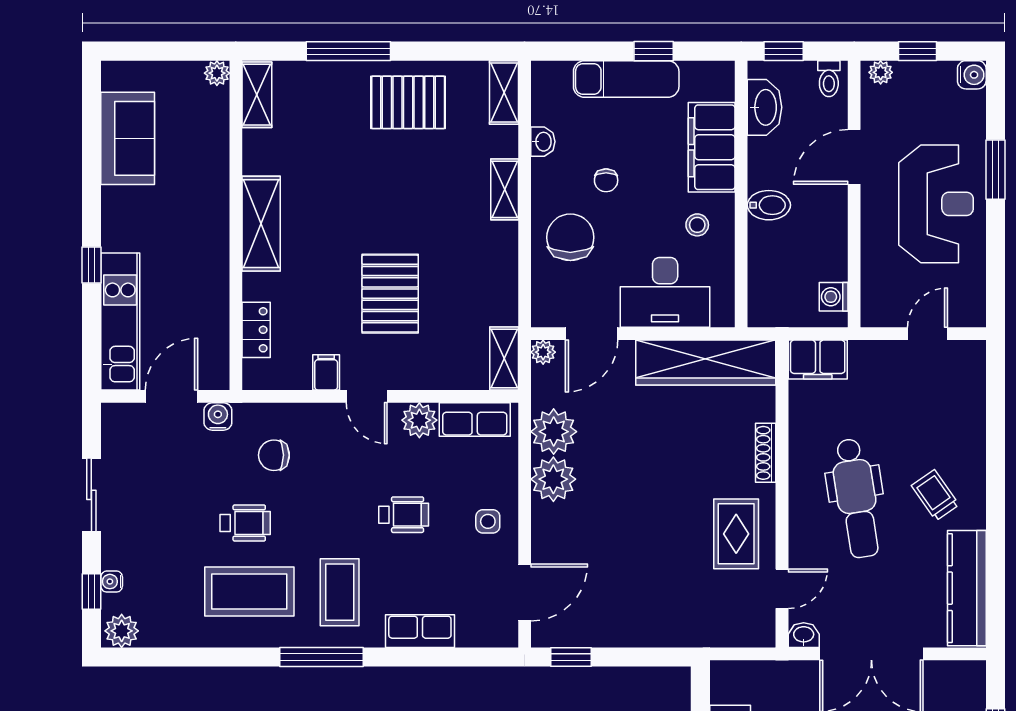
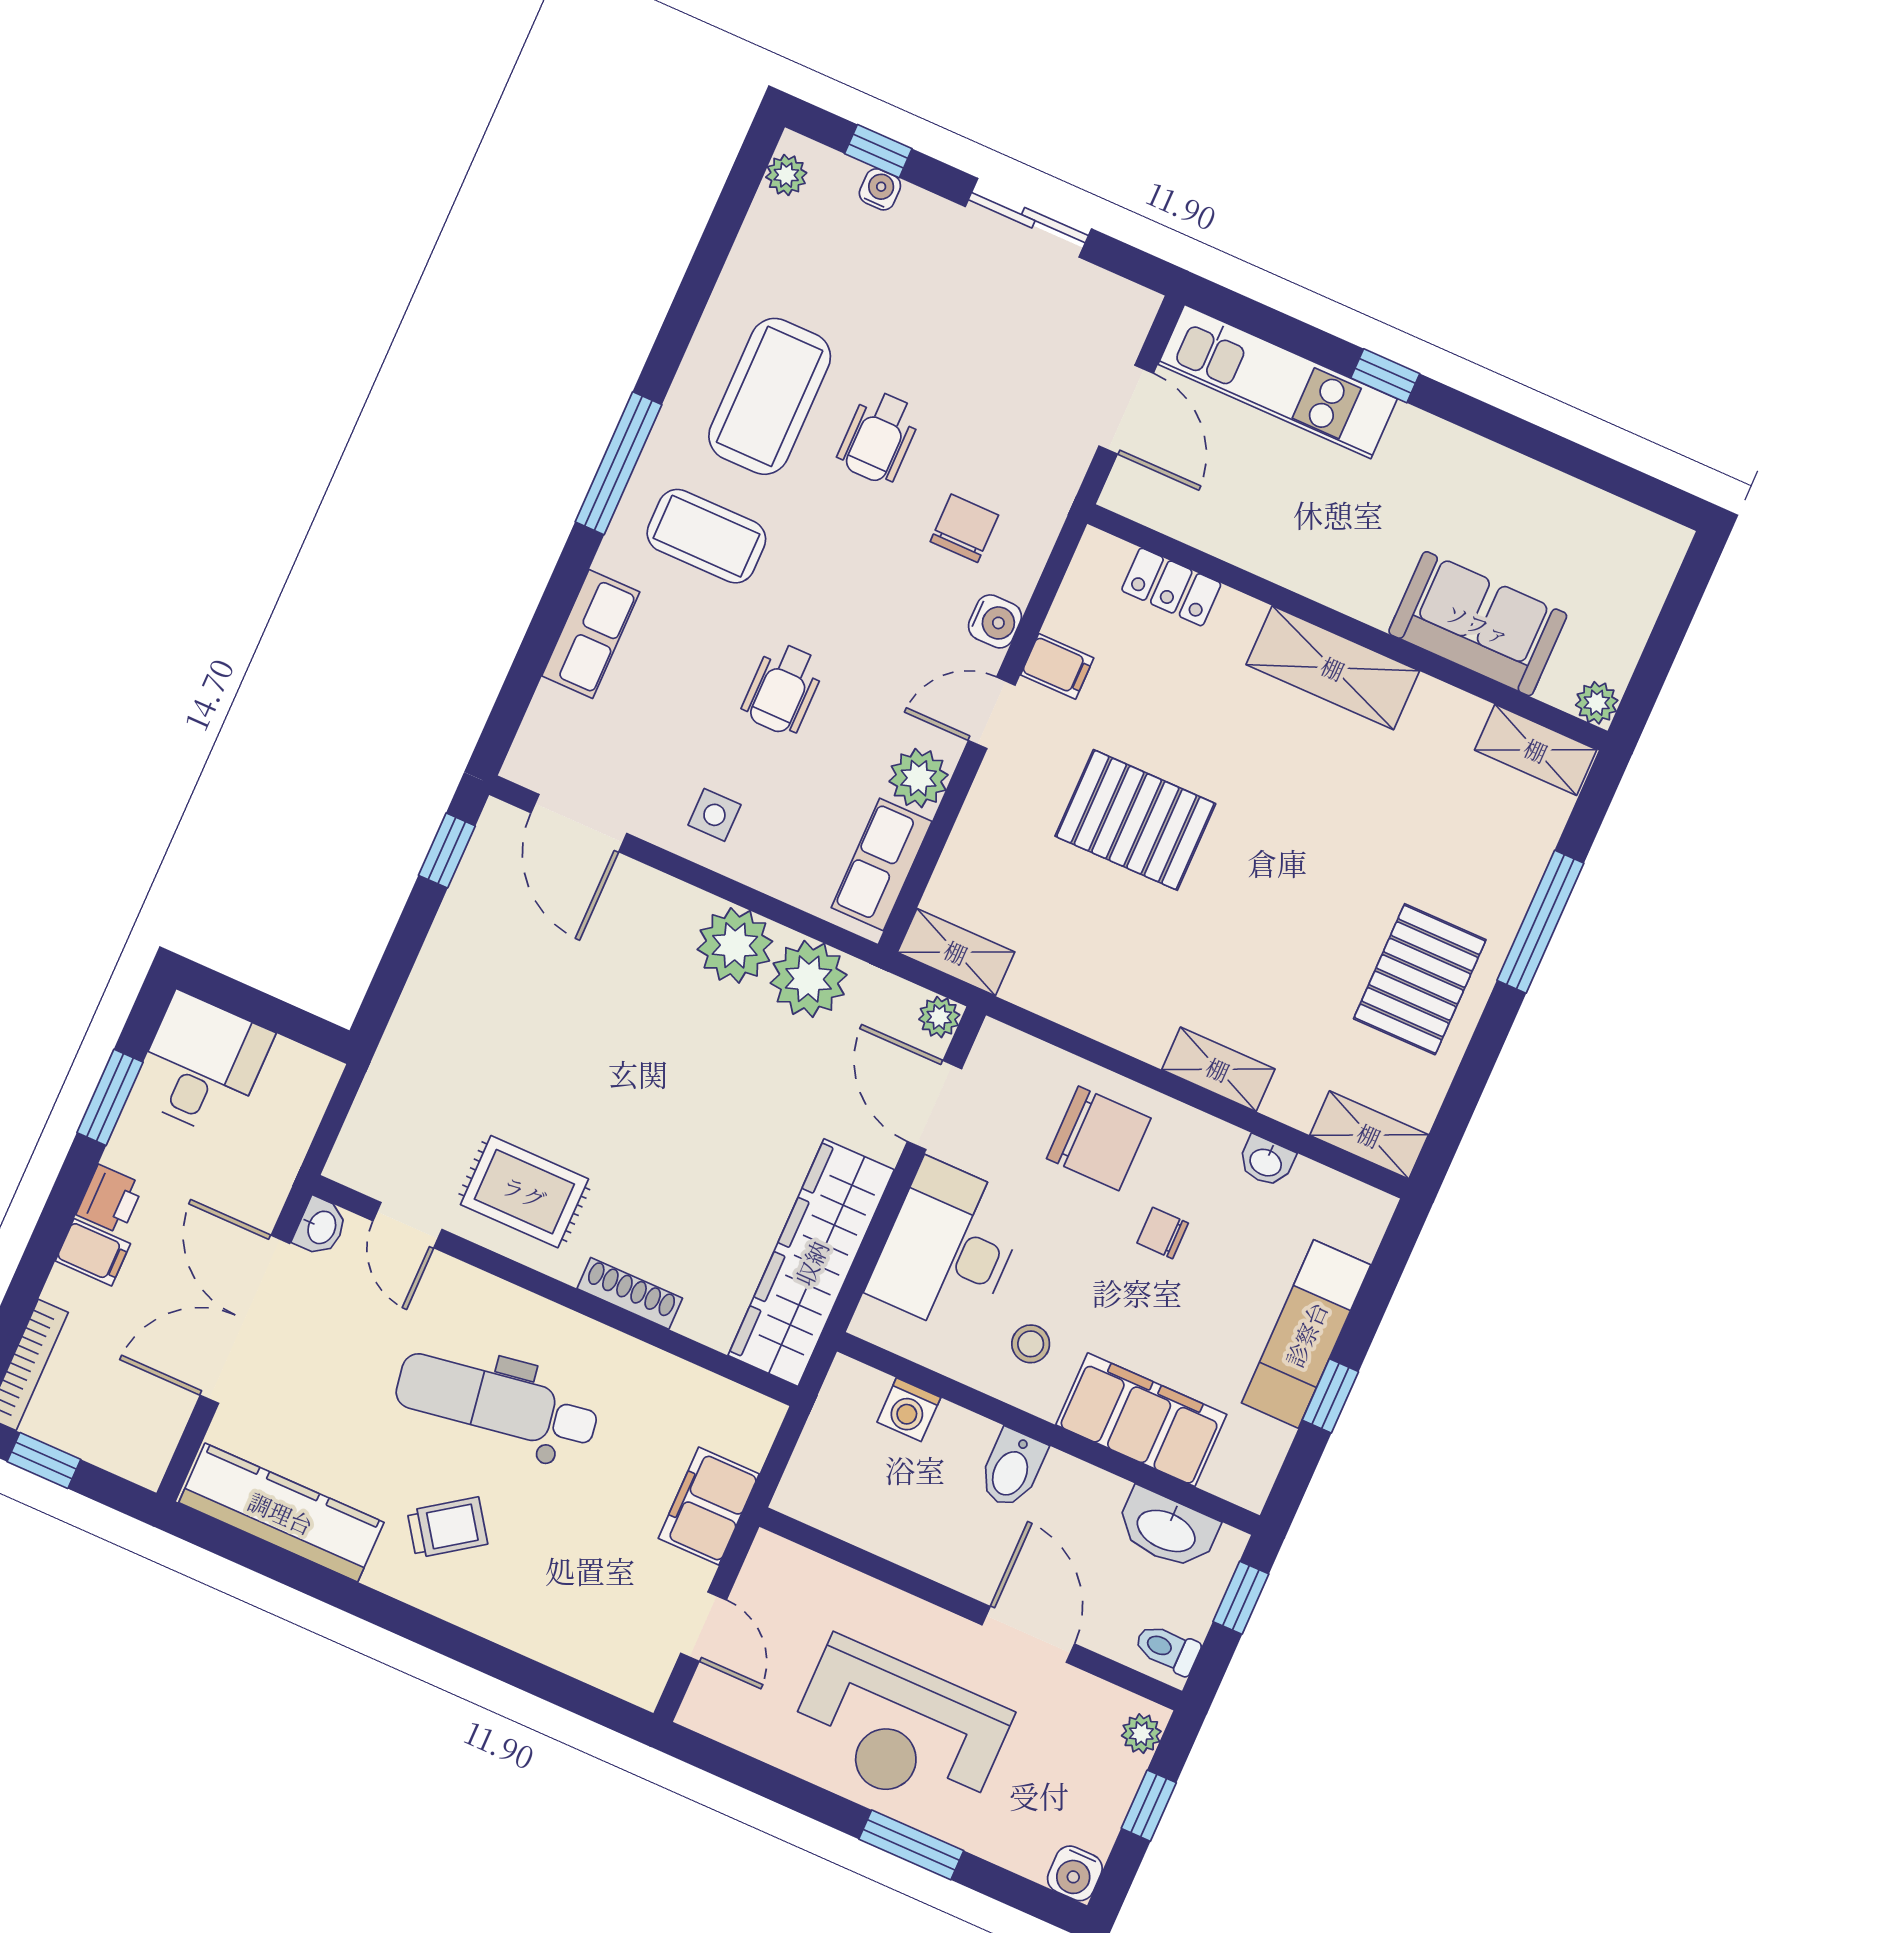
sofa: (128, 138) -> (1478, 624), moved, turned 180
washing machine: (834, 297) -> (909, 1410), moved, turned 180
filing cabinet: (818, 360) -> (709, 1506), moved
water cooler: (218, 417) -> (995, 621), moved
plant: (122, 631) -> (786, 175), width x0.73, depth x0.73

